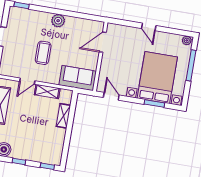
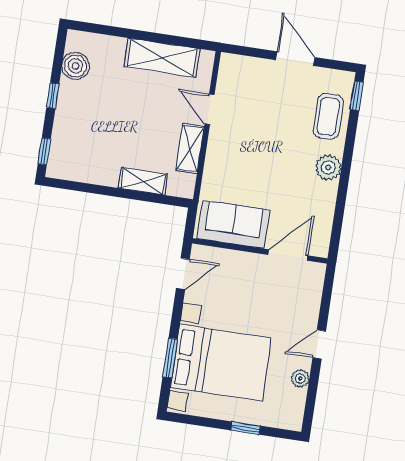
plant: (187, 40) -> (300, 378), moved
door: (103, 42) -> (288, 255), hinge flipped
coffee table: (43, 53) -> (328, 116), moved, turned 90
window: (191, 65) -> (246, 428), width x0.46
sofa: (78, 78) -> (233, 224), moved, turned -90

